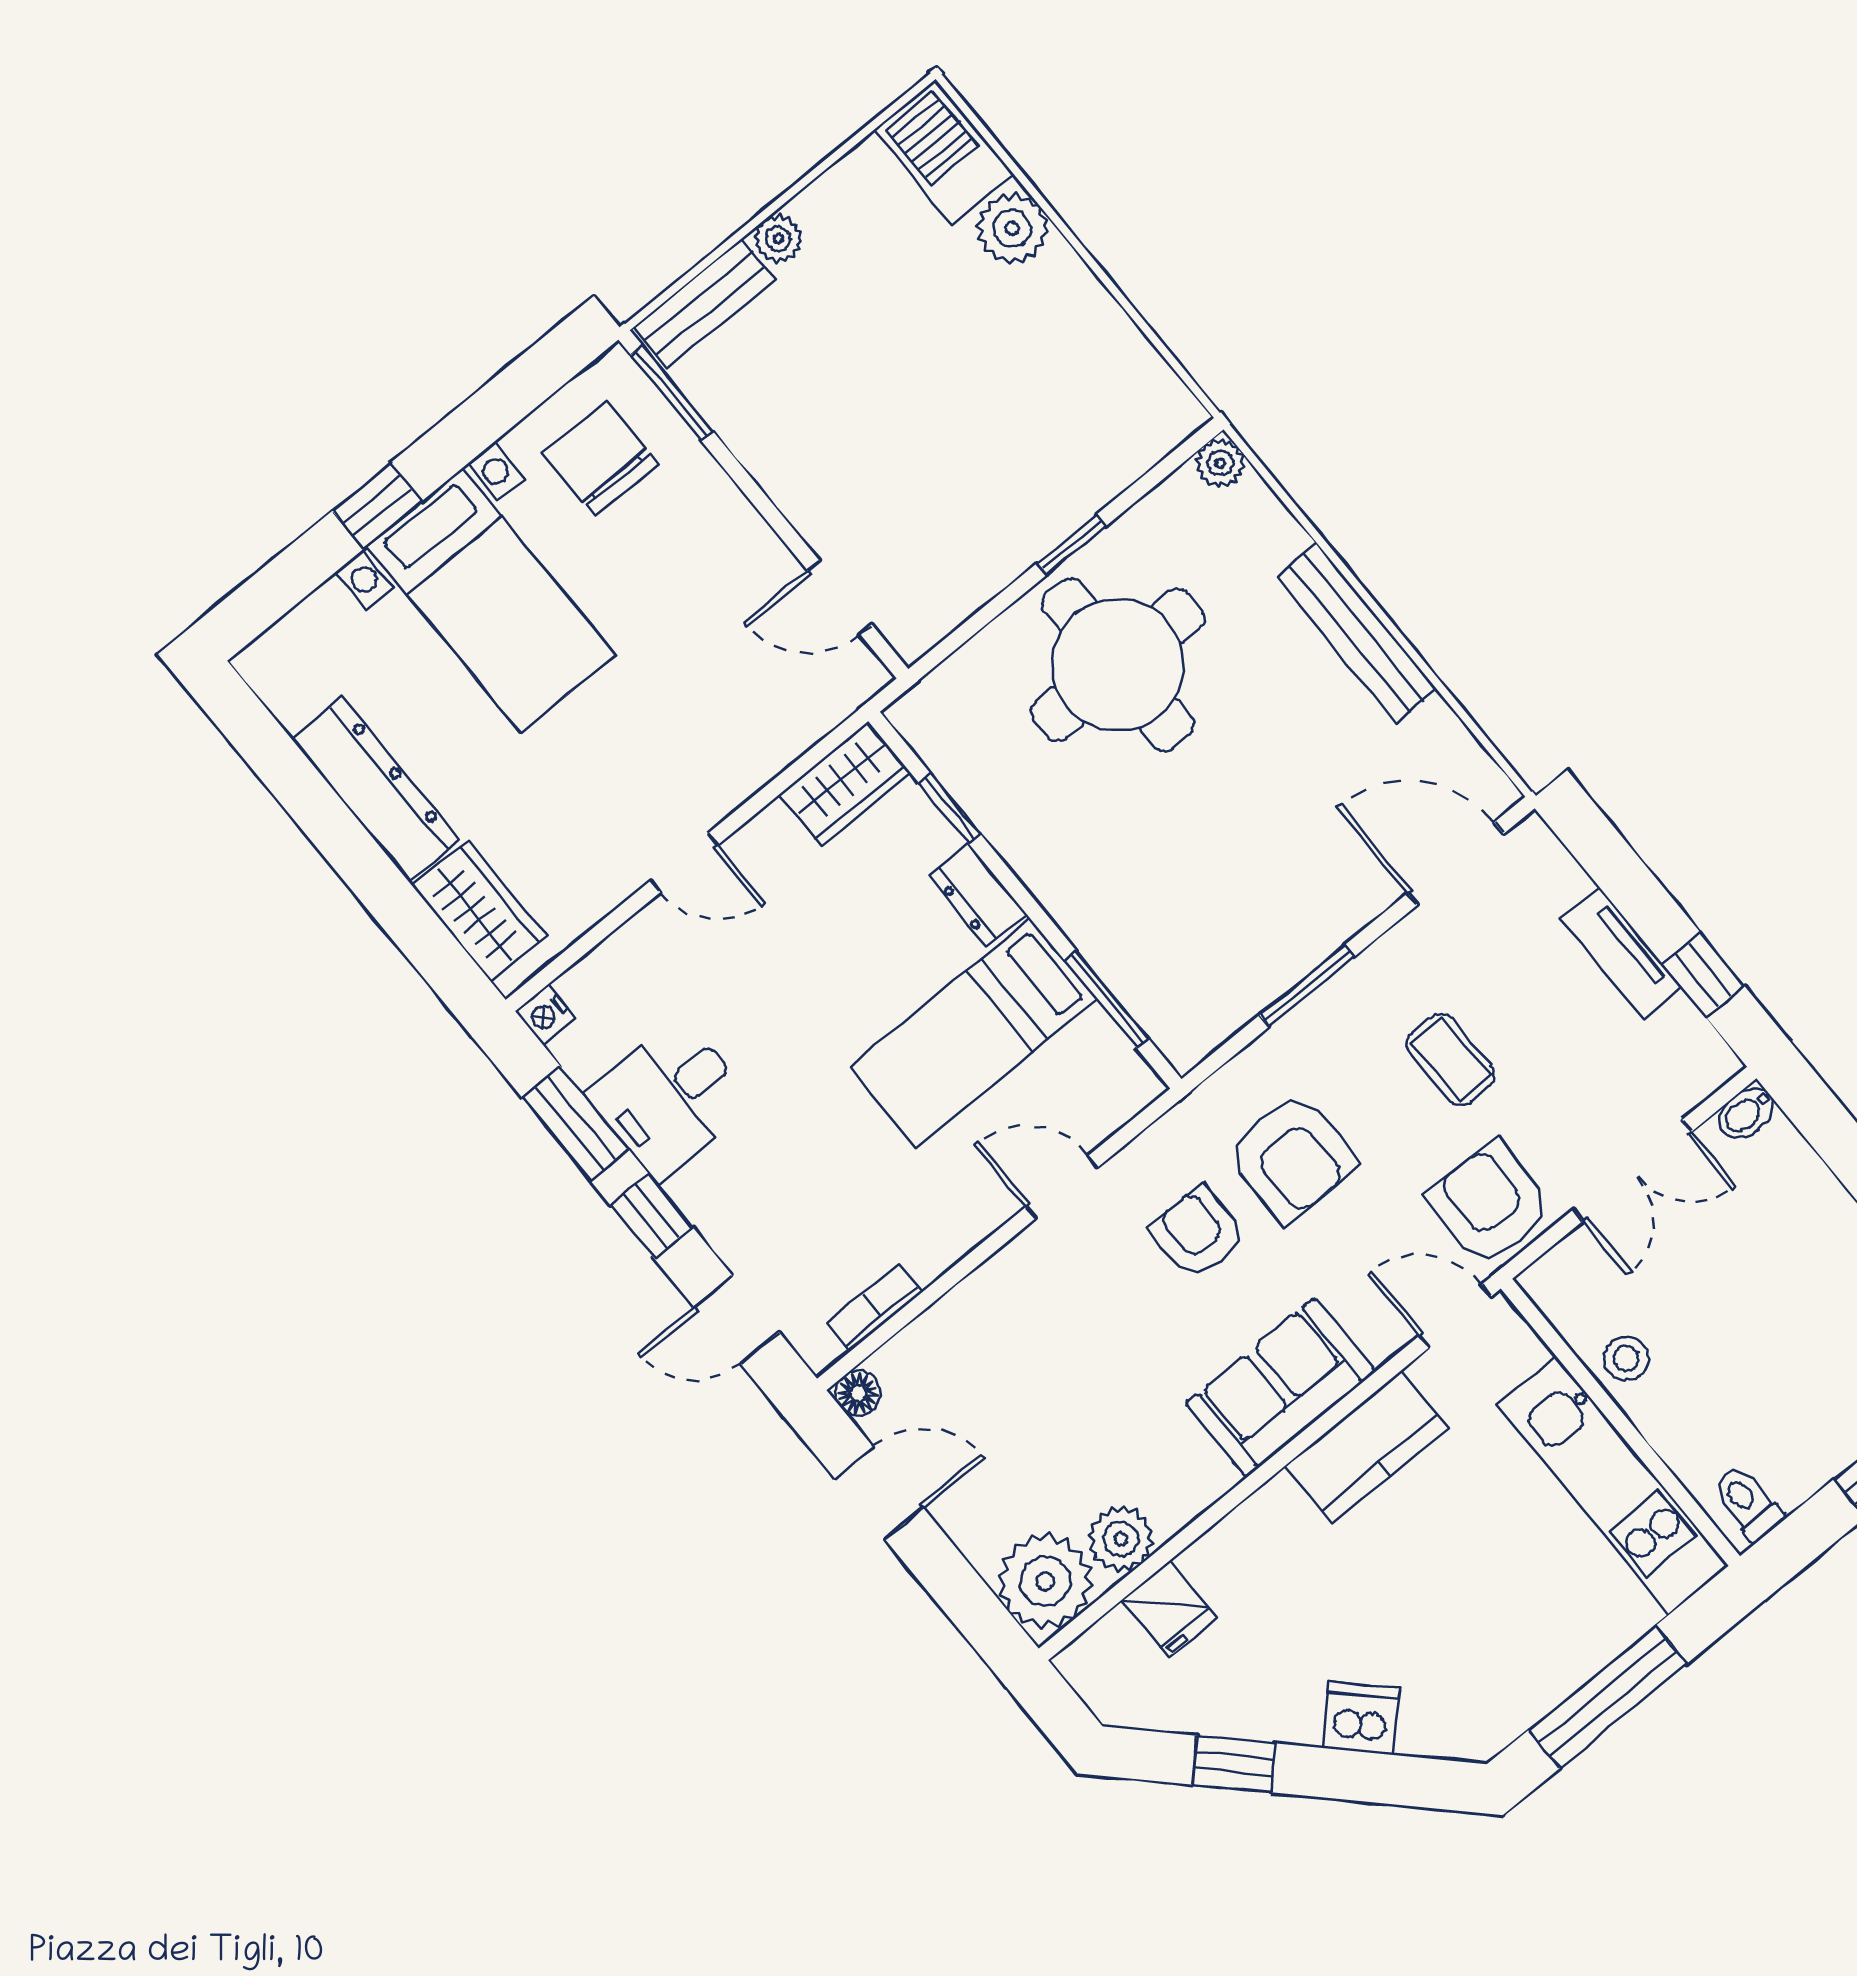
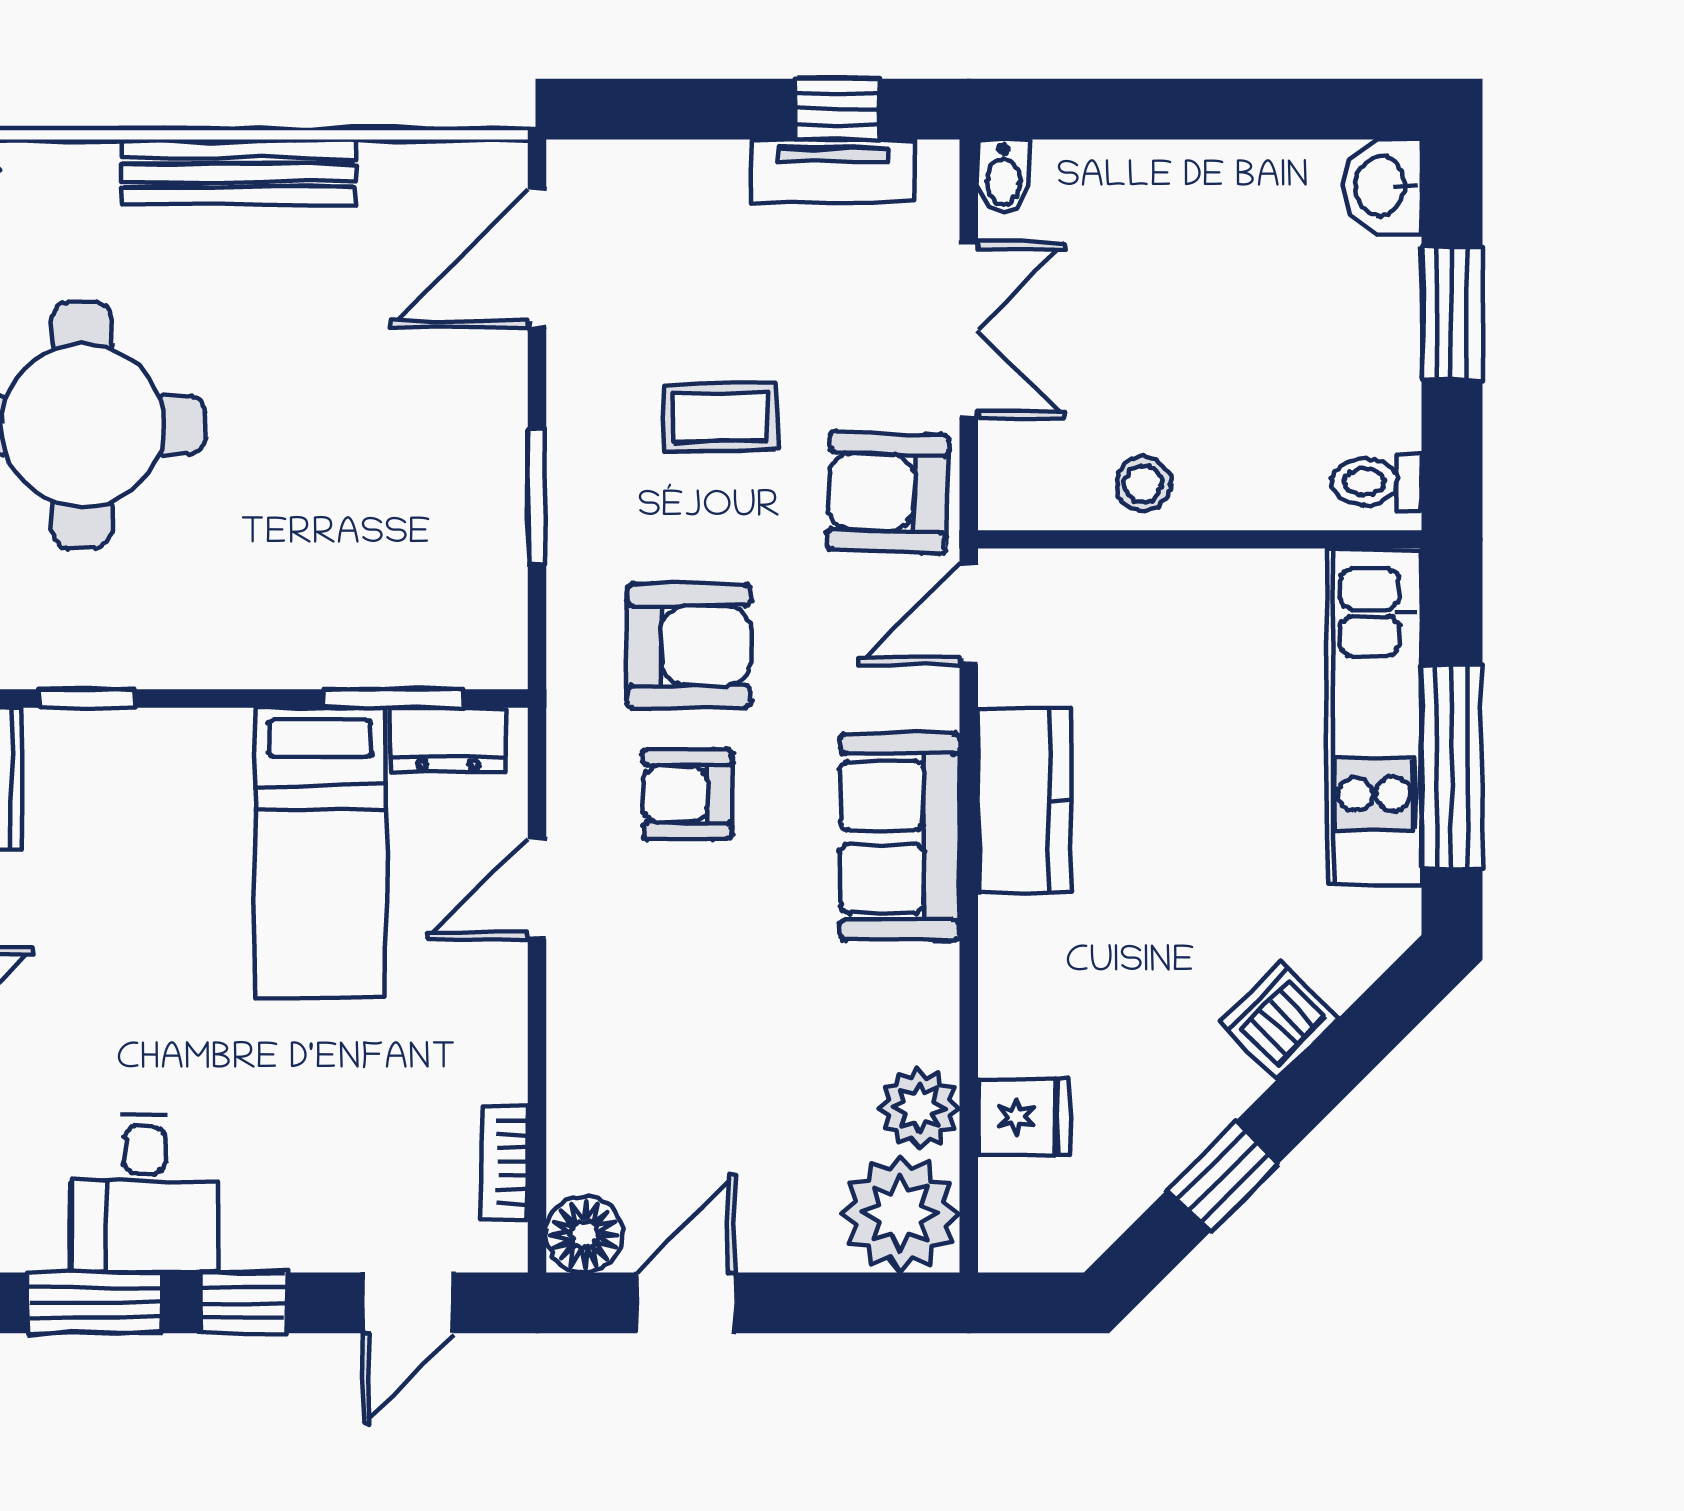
dresser: (978, 895) -> (448, 739), moved
tv unit: (1621, 953) -> (833, 171), moved
floor lamp: (858, 1393) -> (584, 1234), width x1.37, depth x1.37
kitchen unit: (1613, 1485) -> (1374, 717), moved, turned 90

